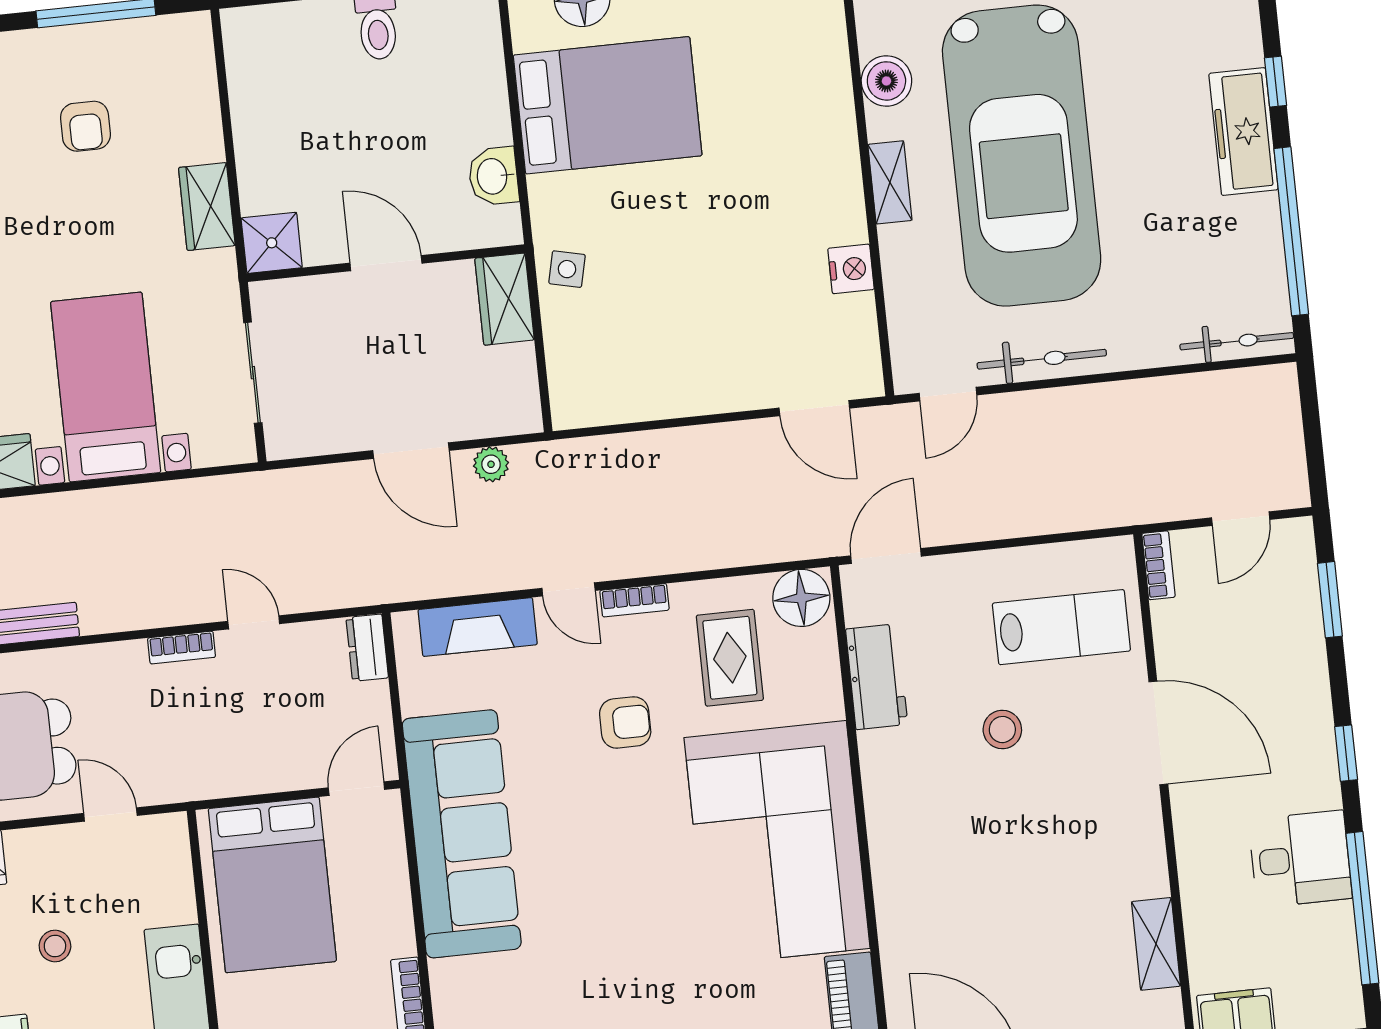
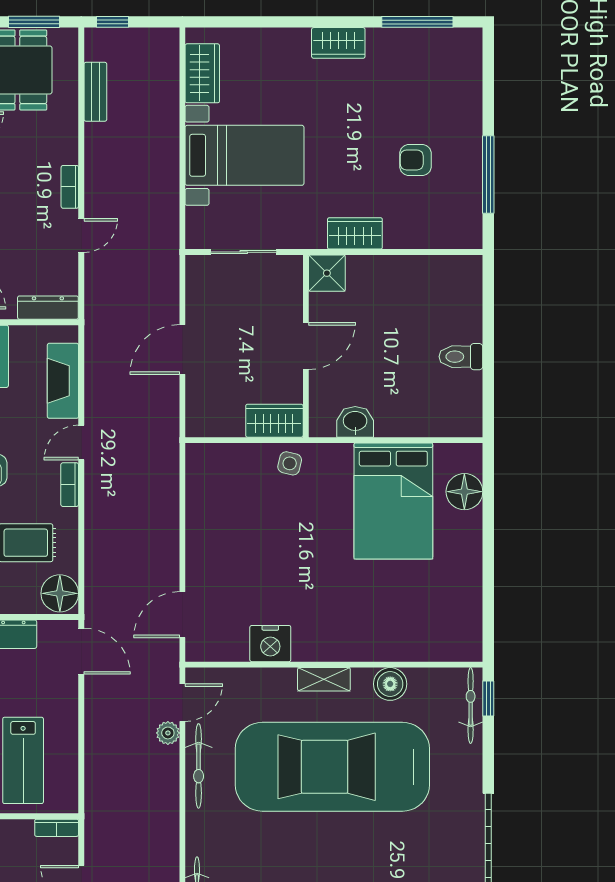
nightstand: (851, 269) -> (270, 644), width x1.36, depth x1.33
door: (948, 394) -> (182, 703), swing flipped
plant: (491, 464) -> (168, 733), moved
dresser: (367, 648) -> (48, 308), width x1.44

